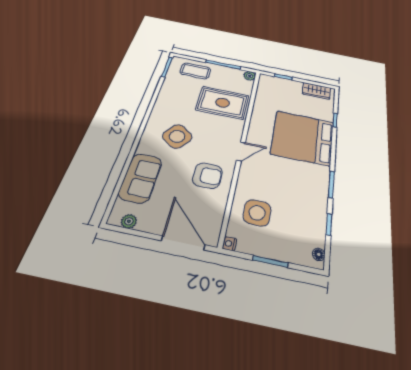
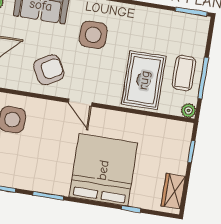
coffee table: (195, 71) -> (184, 73), moved
side table: (177, 136) -> (93, 35), turned -36
armchair: (207, 176) -> (49, 70), turned -119

